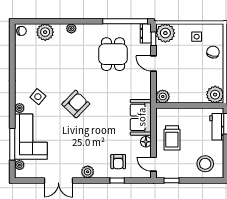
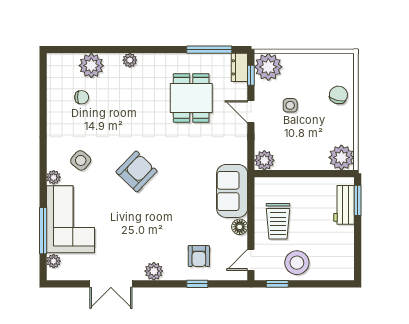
window: (125, 21) -> (209, 50), width x0.68
chair: (22, 31) -> (82, 97), moved
side table: (197, 37) -> (290, 105), moved
door: (154, 164) -> (251, 260), hinge flipped
stool: (205, 164) -> (297, 263), moved

